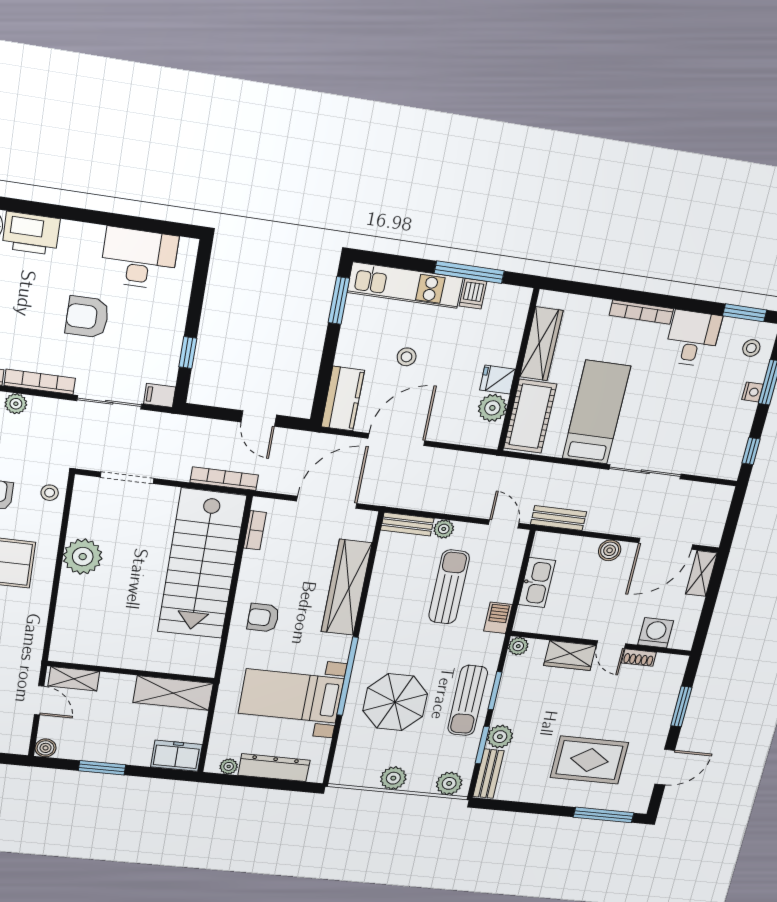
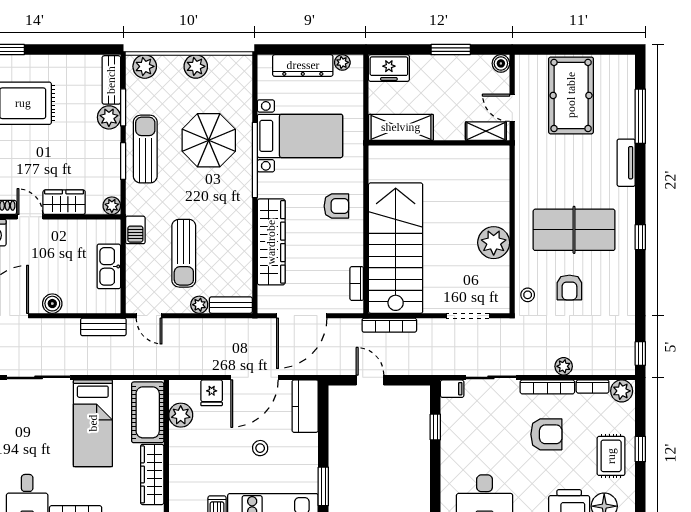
armchair: (87, 317) -> (546, 434), moved
fridge: (498, 380) -> (212, 393), moved, turned 90

